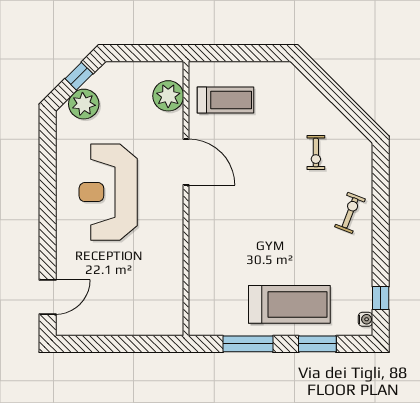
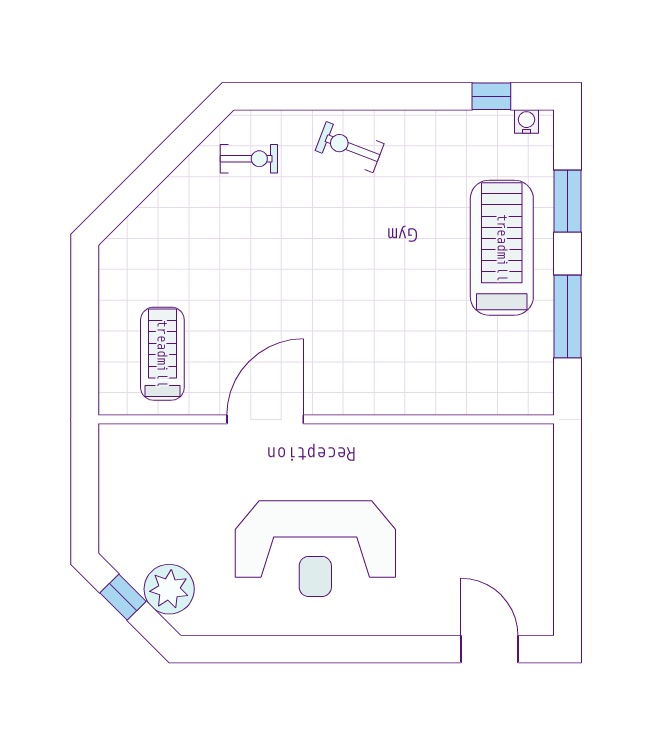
plant: (168, 96) -> (156, 449), removed
exercise bike: (316, 153) -> (249, 159), moved

